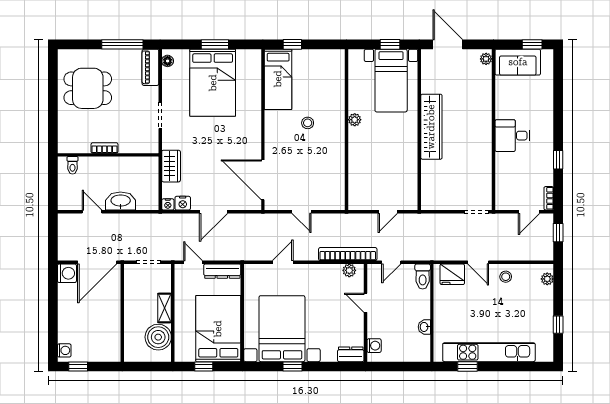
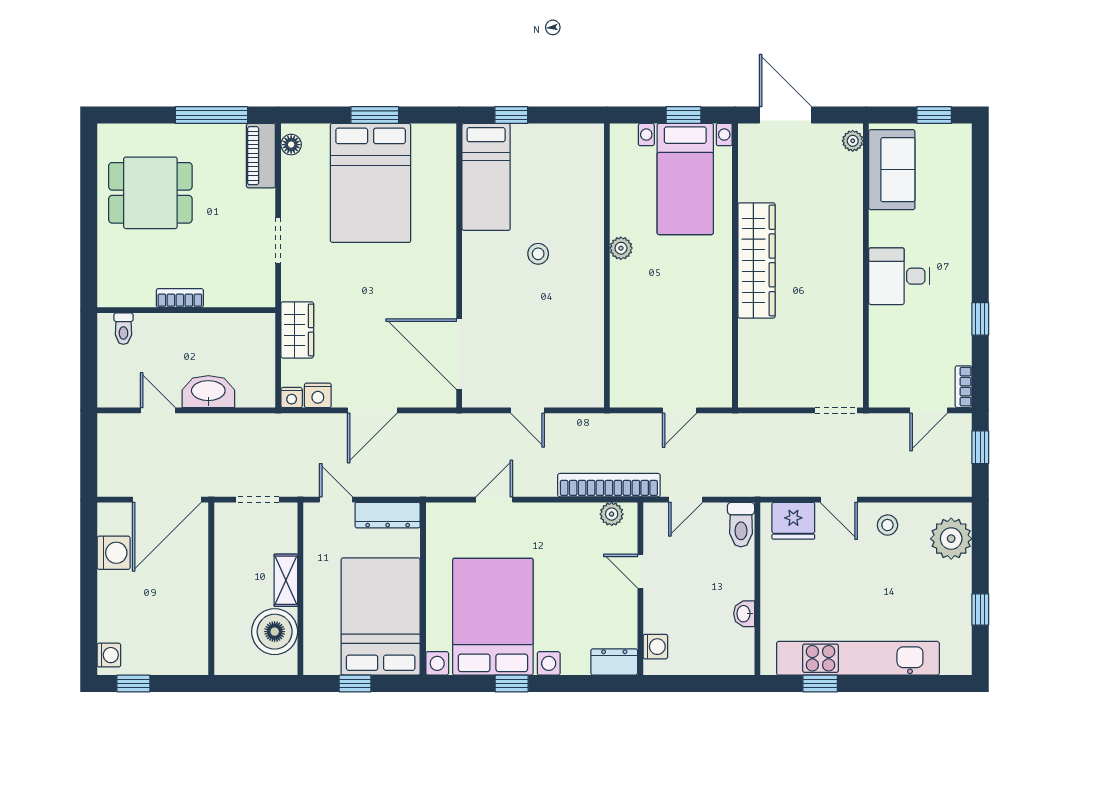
sofa: (518, 62) -> (892, 170), moved, turned -90
washing machine: (67, 273) -> (114, 553), moved
plant: (547, 279) -> (951, 539), width x1.88, depth x1.88

